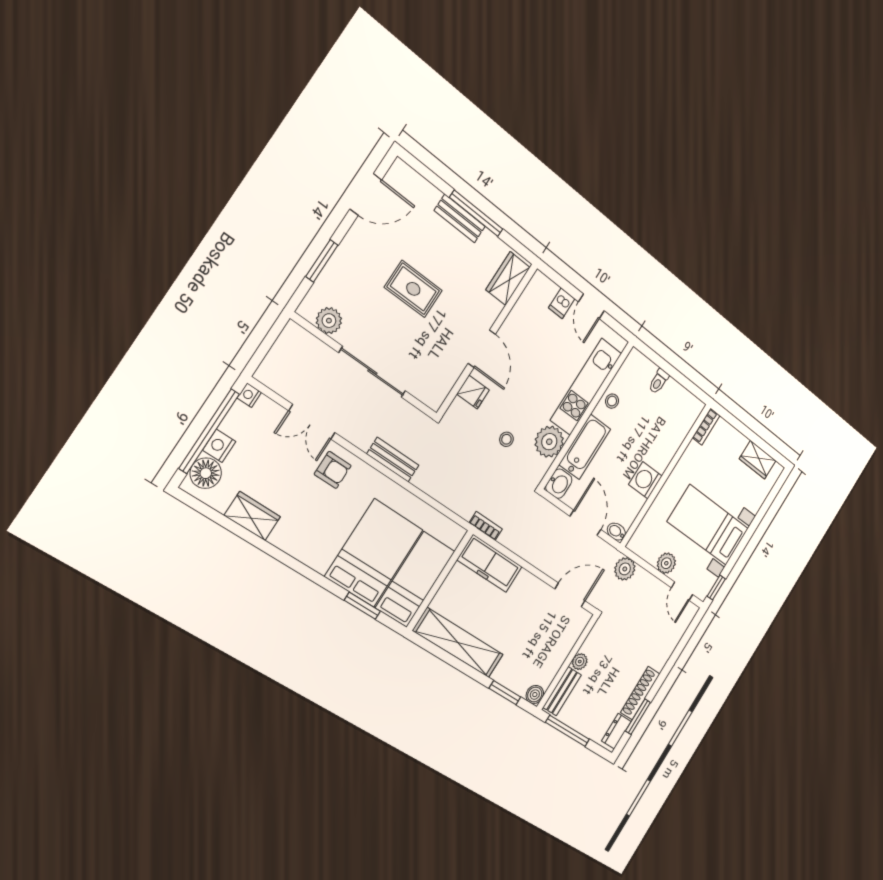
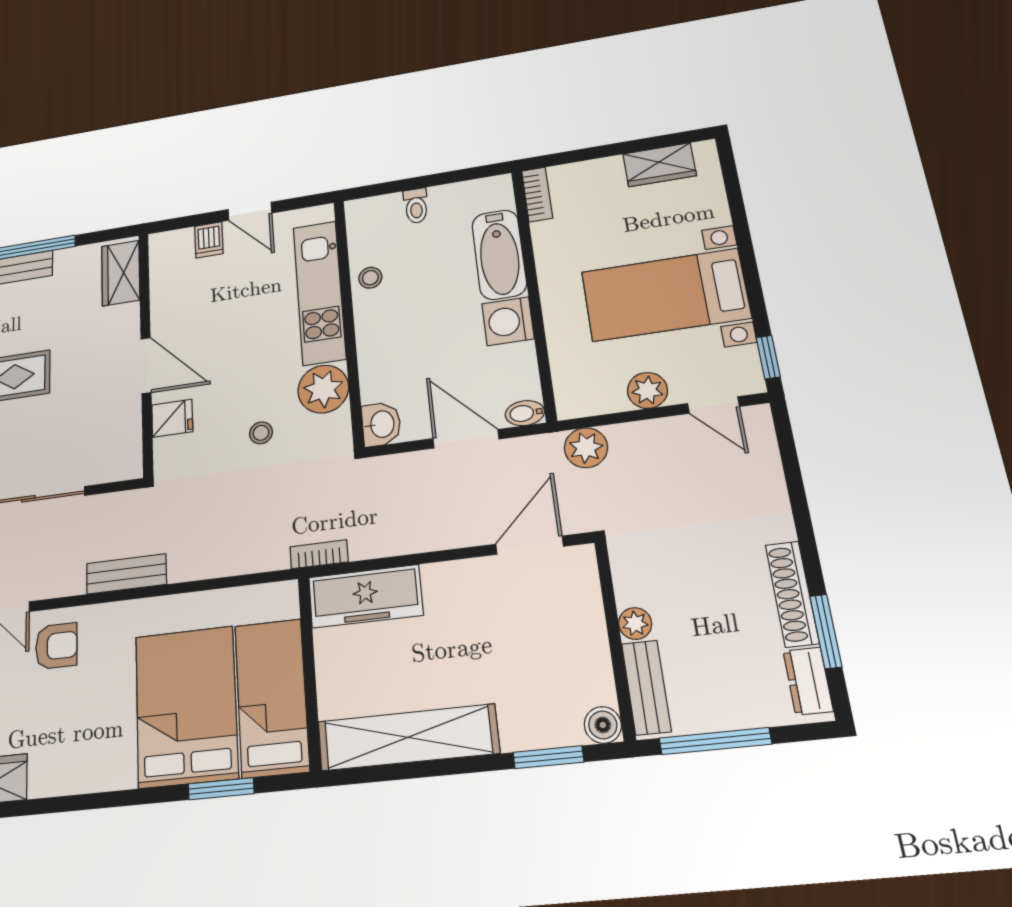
bathtub: (585, 447) -> (499, 254), moved, turned 180

